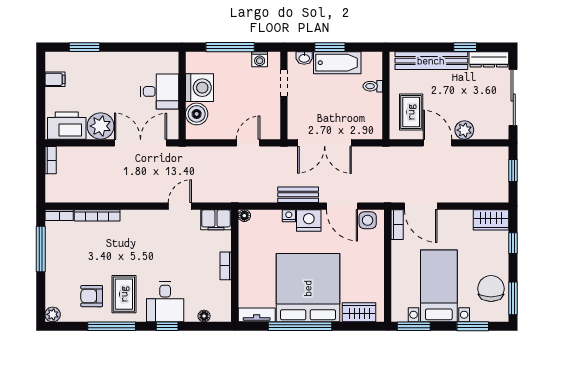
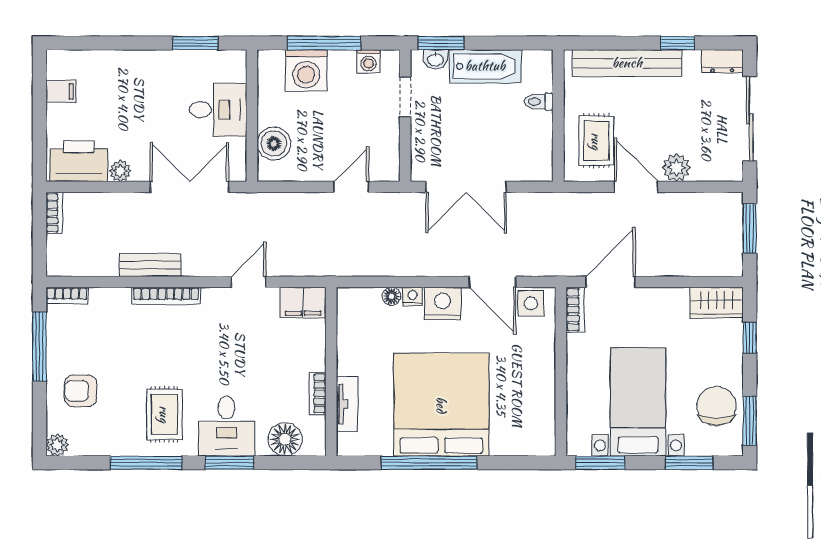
window: (85, 47) -> (195, 43), moved
window: (330, 47) -> (441, 43), moved
dresser: (489, 59) -> (722, 61), width x0.70
washing machine: (199, 88) -> (306, 70), moved, turned 90
plant: (101, 126) -> (120, 171), width x0.53, depth x0.53
window: (513, 170) -> (750, 228), width x1.50
bench: (298, 195) -> (150, 265), moved
door: (421, 206) -> (611, 282), swing flipped
bookcase: (97, 215) -> (166, 296), moved
floor lamp: (244, 216) -> (391, 296), moved
bookcase: (226, 266) -> (318, 393), moved
armchair: (92, 296) -> (81, 391), moved
wardrobe: (359, 312) -> (518, 442), removed
tv unit: (257, 315) -> (347, 404), moved, turned 90
floor lamp: (204, 316) -> (285, 439), width x1.89, depth x1.89
window: (167, 326) -> (229, 463), width x1.50

